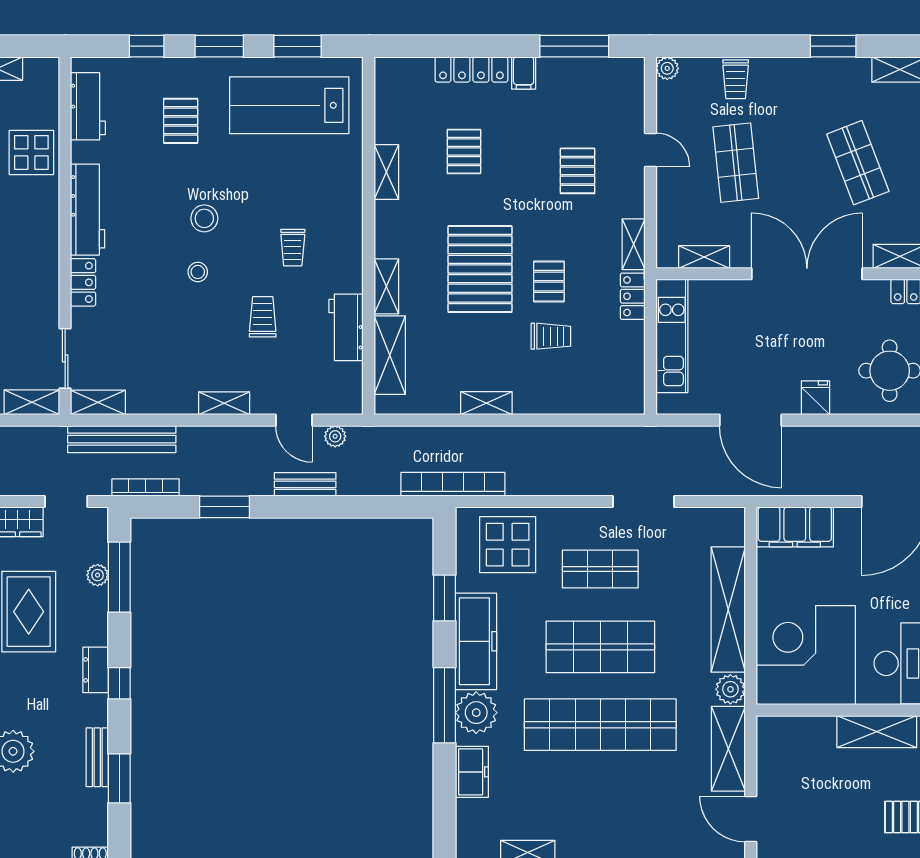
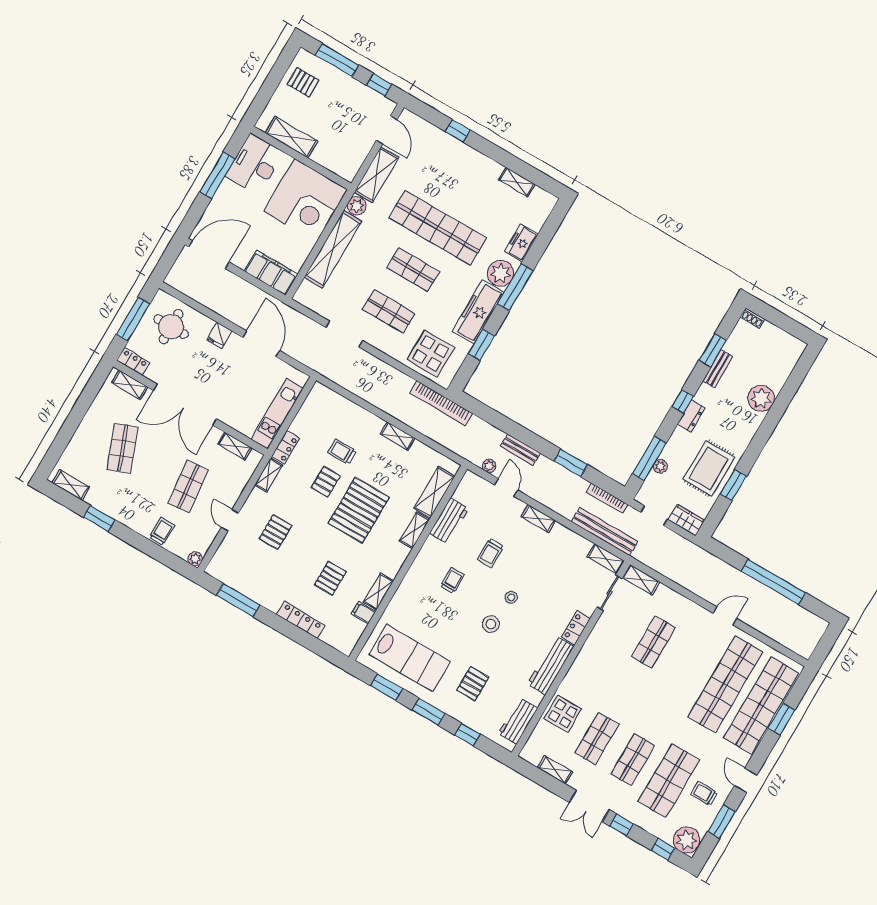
filing cabinet: (524, 73) -> (363, 613), moved, turned -90
shop shelf: (600, 647) -> (413, 270), width x0.70, depth x0.74

